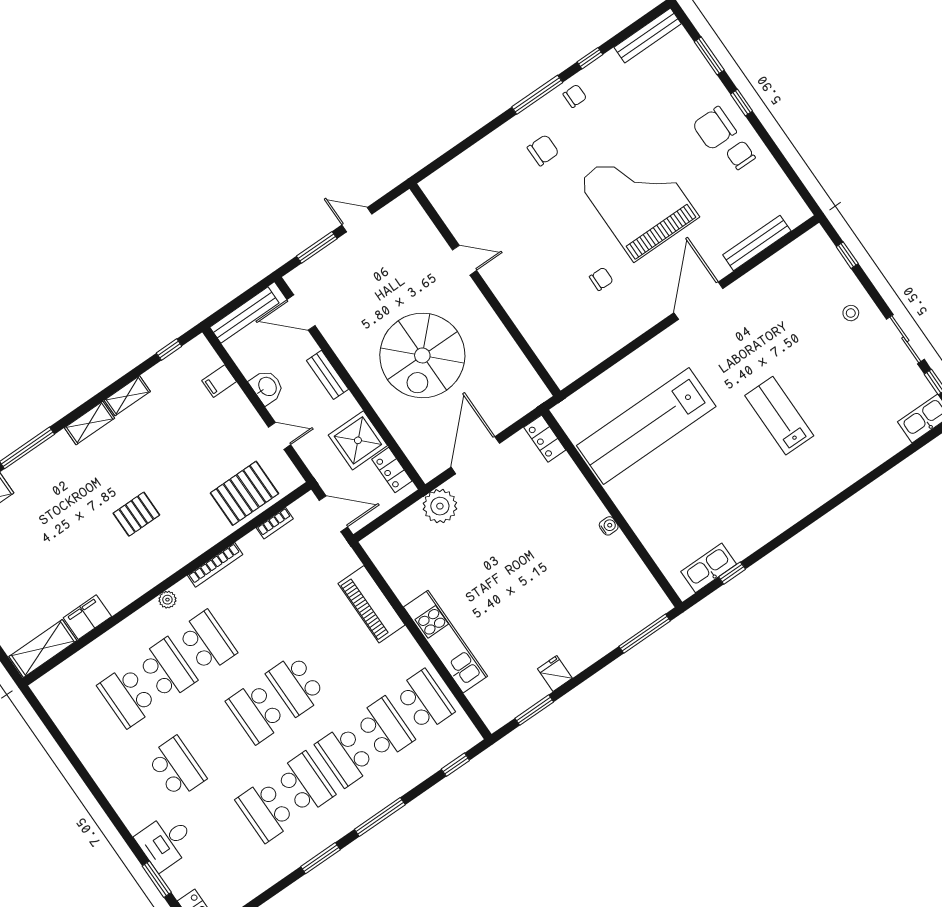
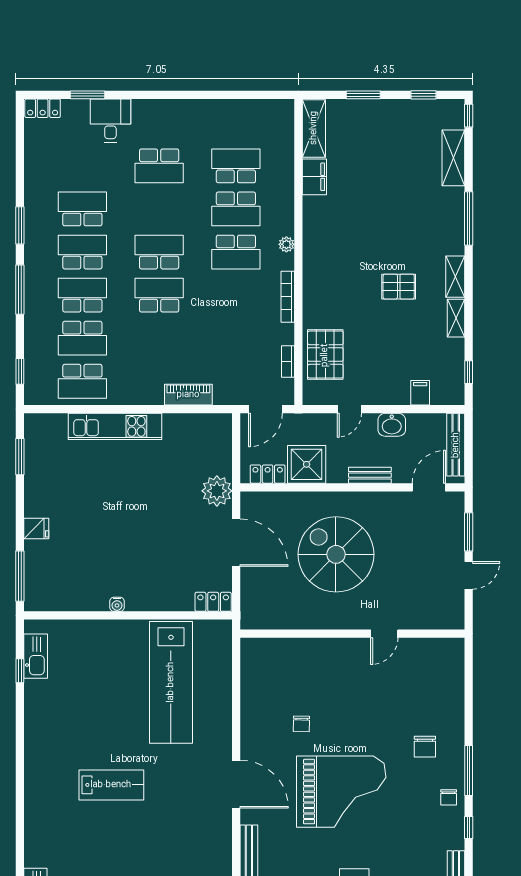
lab bench: (646, 426) -> (171, 682), turned 180
pallet: (136, 514) -> (399, 287), moved, turned 90
piano: (371, 604) -> (188, 395), width x0.73, depth x0.75
fridge: (555, 673) -> (36, 528), moved
school desk: (305, 783) -> (82, 252), turned 180

